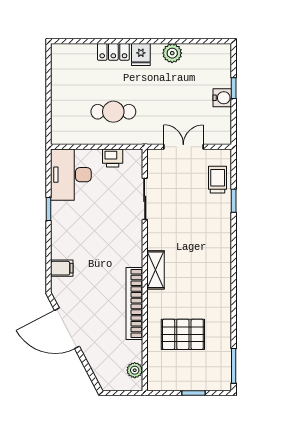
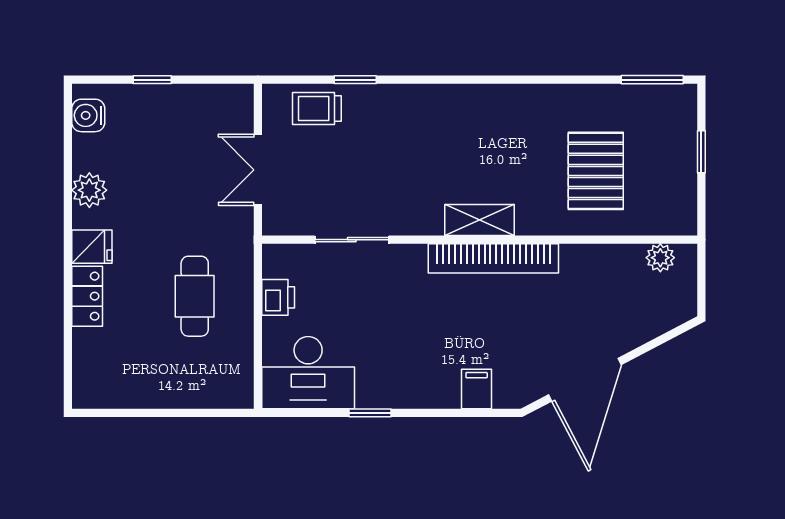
water cooler: (222, 98) -> (88, 115), moved, turned -90
bookcase: (134, 303) -> (493, 258), moved

